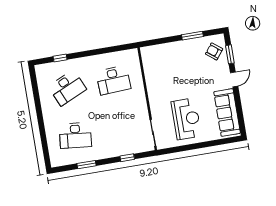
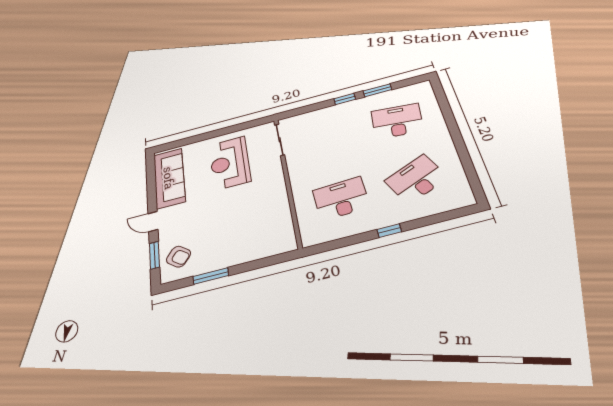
window: (60, 58) -> (389, 231), moved
door: (234, 79) -> (153, 222), hinge flipped
window: (127, 158) -> (345, 99), moved

